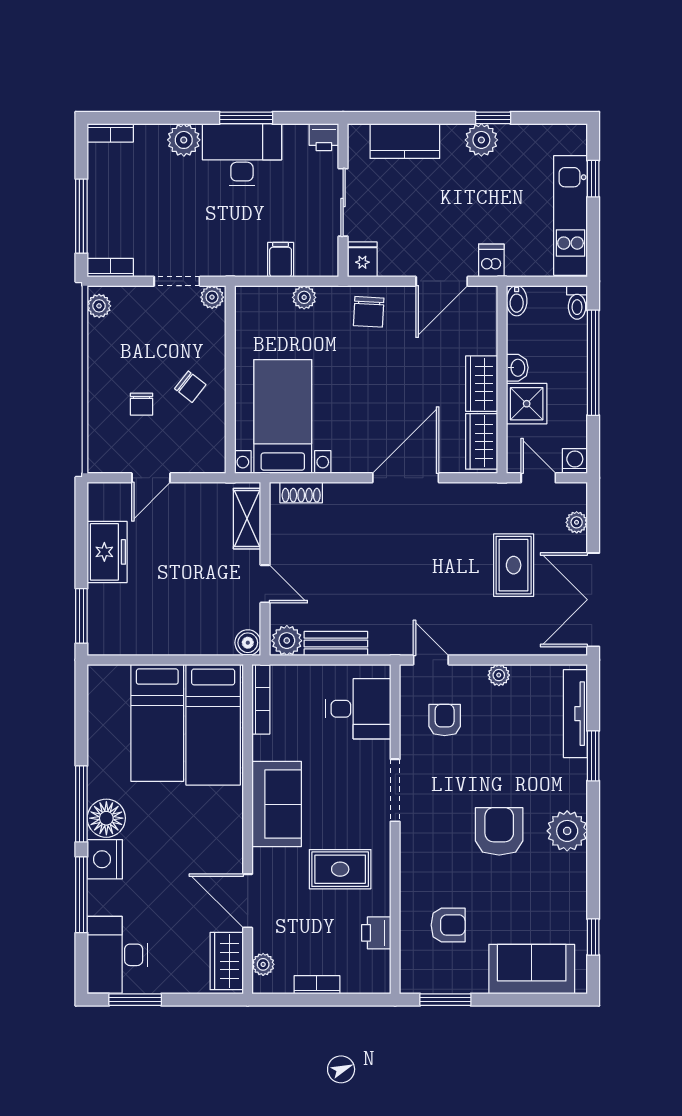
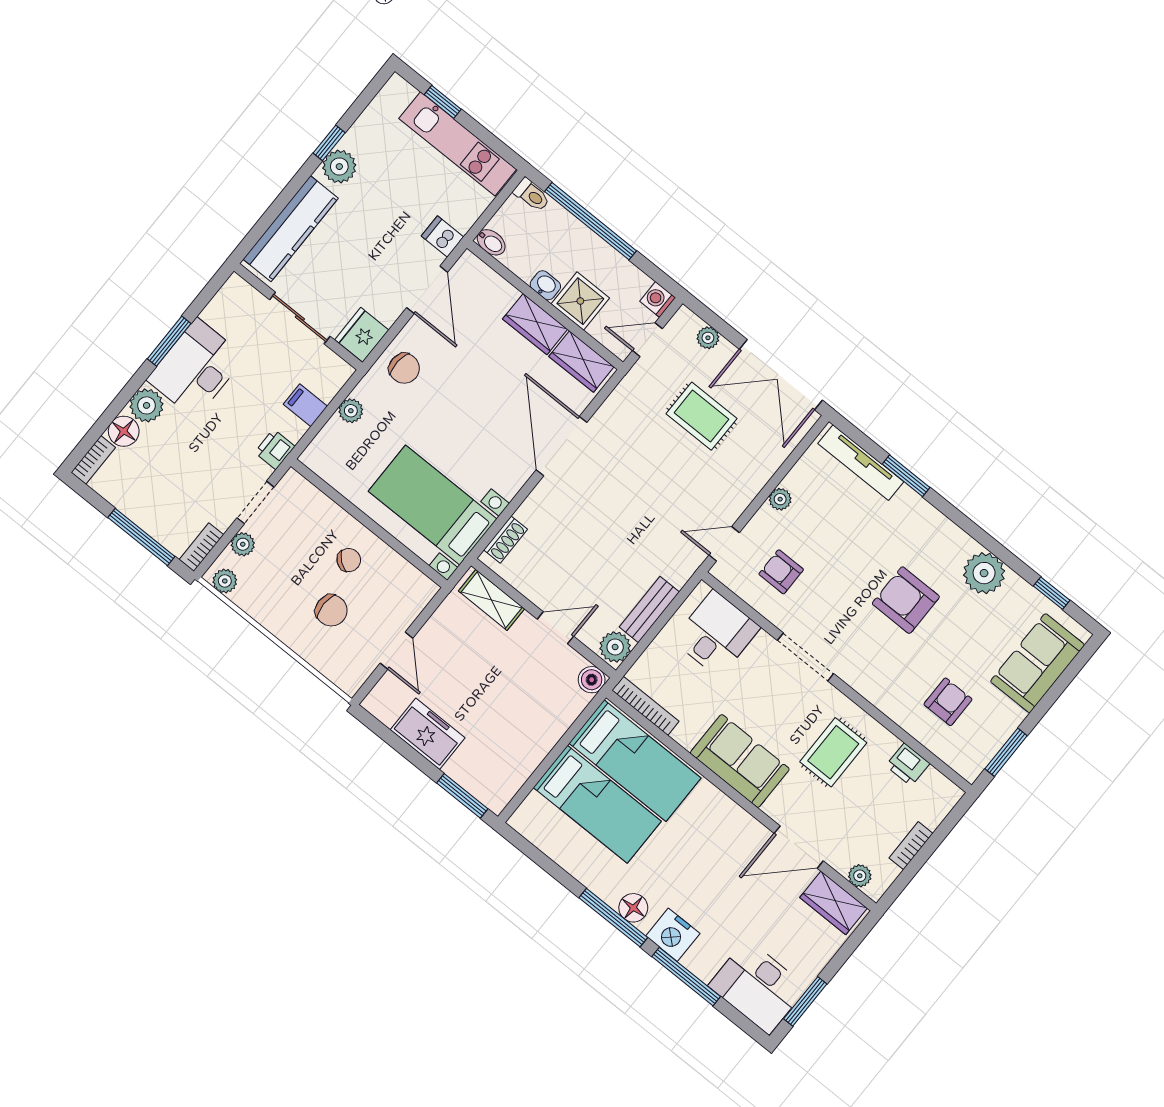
printer: (324, 137) -> (275, 449), moved, turned 180
floor lamp: (150, 138) -> (124, 431), added
kitchen counter: (405, 141) -> (291, 229), width x1.50
fridge: (362, 259) -> (362, 335), width x1.38
plant: (212, 297) -> (243, 544), moved
chair: (142, 404) -> (331, 610), width x1.37, depth x1.37
floor lamp: (106, 818) -> (633, 908), width x0.73, depth x0.73
plant: (567, 831) -> (984, 573), moved

